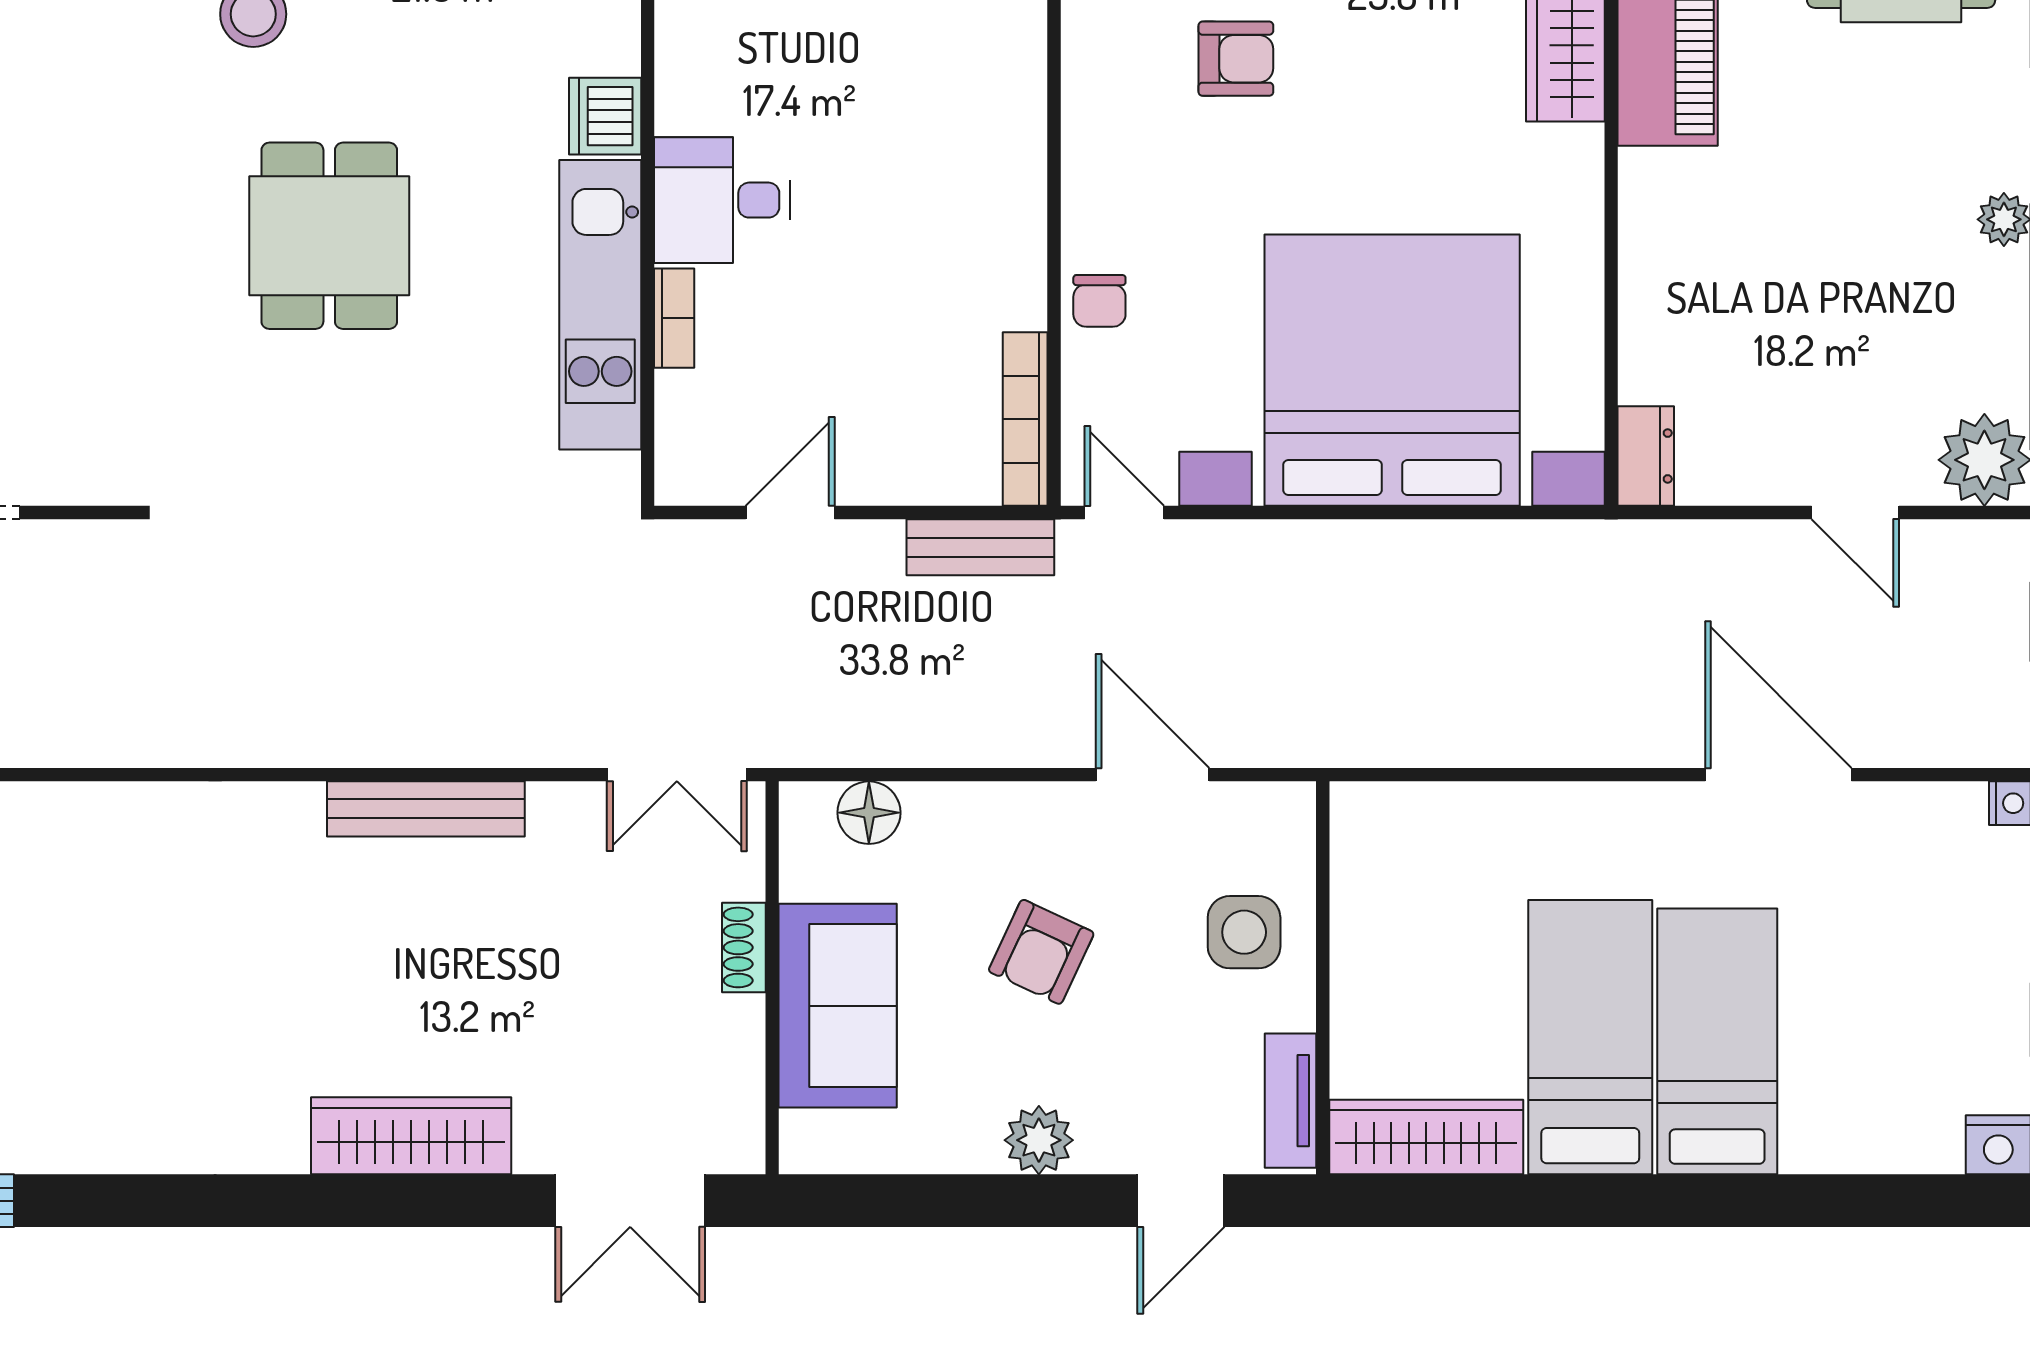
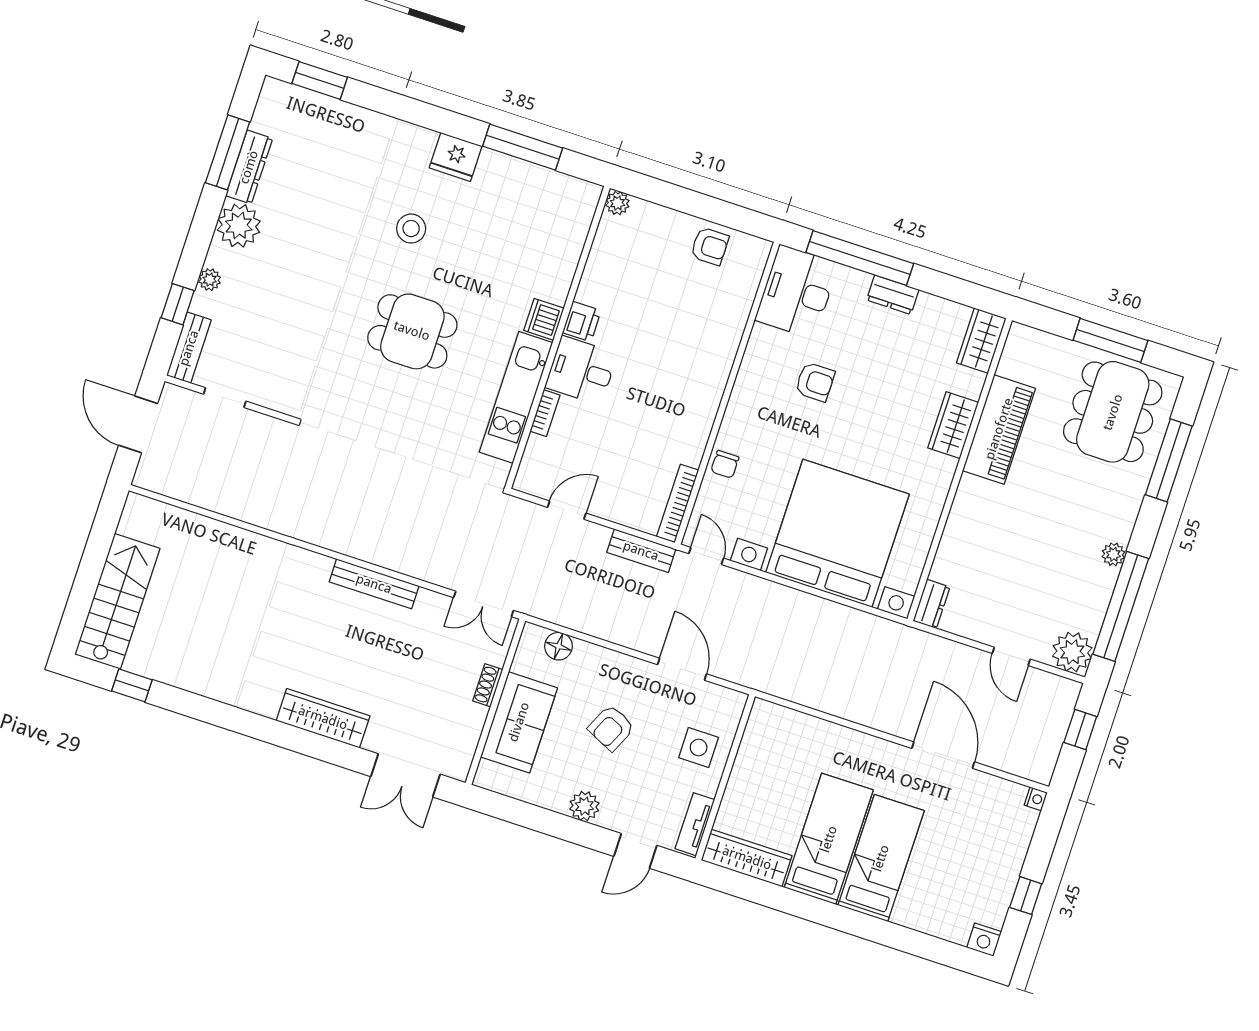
printer: (689, 94) -> (582, 322), added
dining table: (329, 236) -> (412, 331), turned 90

